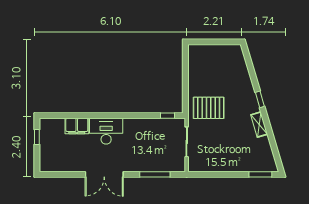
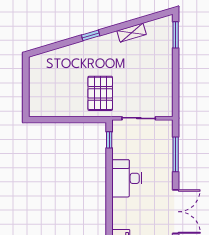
shelving: (259, 125) -> (132, 33), moved
desk: (106, 131) -> (127, 178), moved

